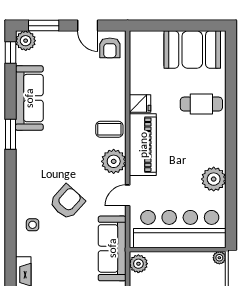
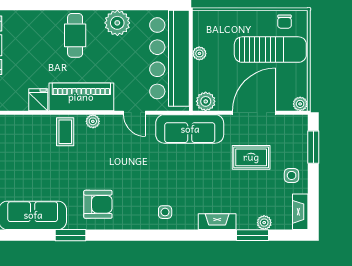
cafe table: (201, 104) -> (75, 35), moved
plant: (114, 161) -> (93, 121), width x0.53, depth x0.53
armchair: (67, 202) -> (98, 204), moved, turned 138
plant: (219, 258) -> (199, 53), moved

